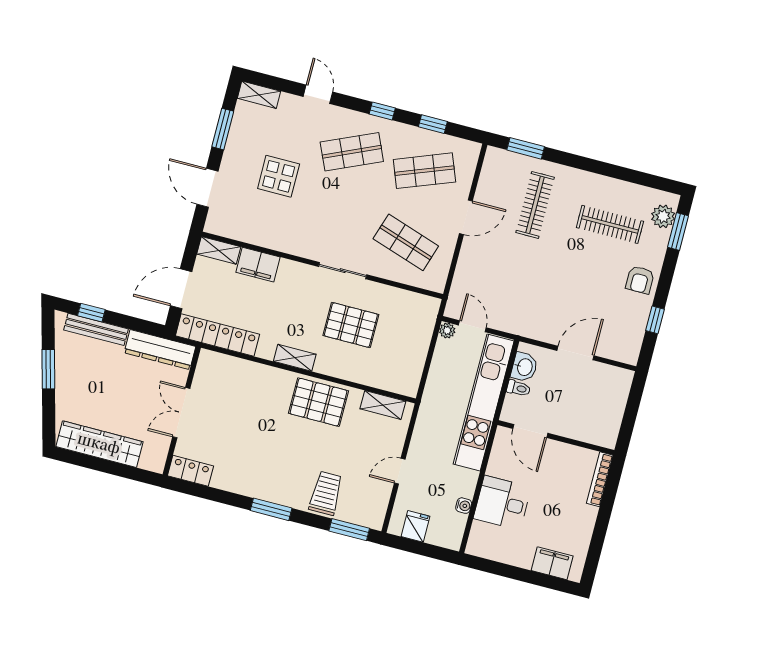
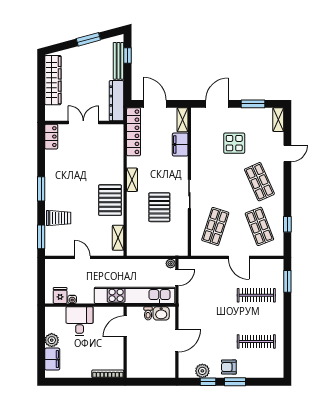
window: (382, 111) -> (287, 193), removed
plant: (663, 216) -> (202, 371), moved
clothes rail: (610, 224) -> (256, 341), turned 90
window: (678, 232) -> (235, 382), moved
door: (575, 353) -> (177, 341), hinge flipped
fridge: (415, 526) -> (60, 296), moved, turned -90
plant: (521, 556) -> (52, 340), added

